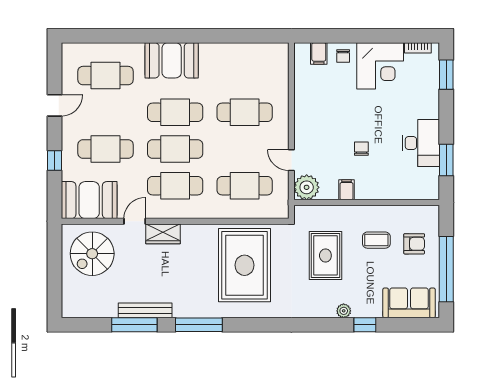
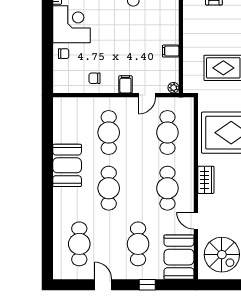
filing cabinet: (319, 53) -> (125, 84), moved, turned -90
booth: (172, 60) -> (67, 165), moved
cafe table: (175, 149) -> (138, 188), removed
chair: (361, 149) -> (95, 78), moved
plant: (307, 187) -> (173, 88), width x0.53, depth x0.53
wardrobe: (163, 234) -> (206, 180), moved
coffee table: (376, 240) -> (211, 27), removed

